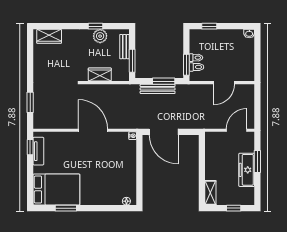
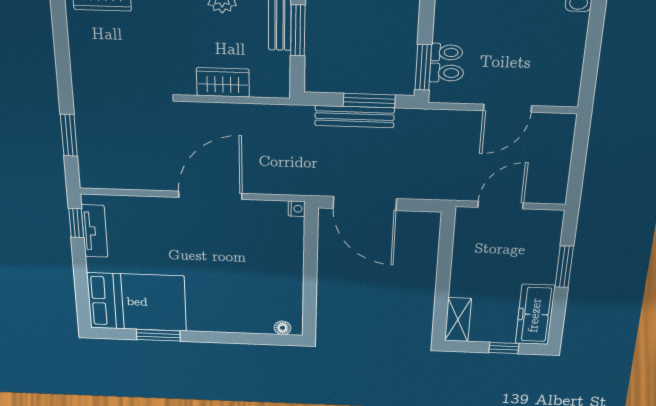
window: (132, 61) -> (298, 30), moved
door: (93, 130) -> (210, 195), hinge flipped
door: (237, 130) -> (501, 205), moved
freezer: (247, 170) -> (535, 315), moved

